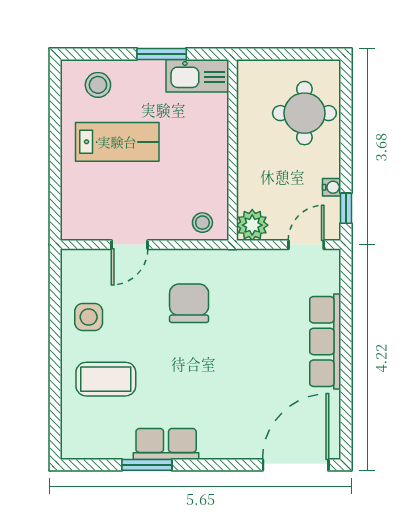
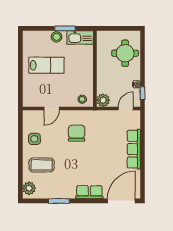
stool: (98, 85) -> (57, 37), moved
plant: (76, 435) -> (29, 188), added
row of seats: (166, 444) -> (89, 192), moved

